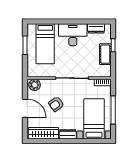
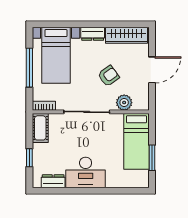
bed: (45, 44) -> (137, 141), moved, turned 180
cot: (105, 54) -> (40, 128), moved
plant: (35, 85) -> (124, 103), moved
door: (25, 108) -> (152, 70), swing flipped

